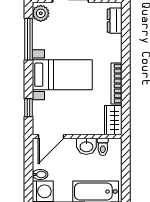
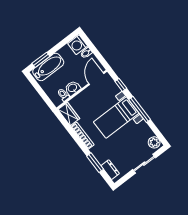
window: (29, 39) -> (140, 110), moved
window: (126, 42) -> (95, 163), added

